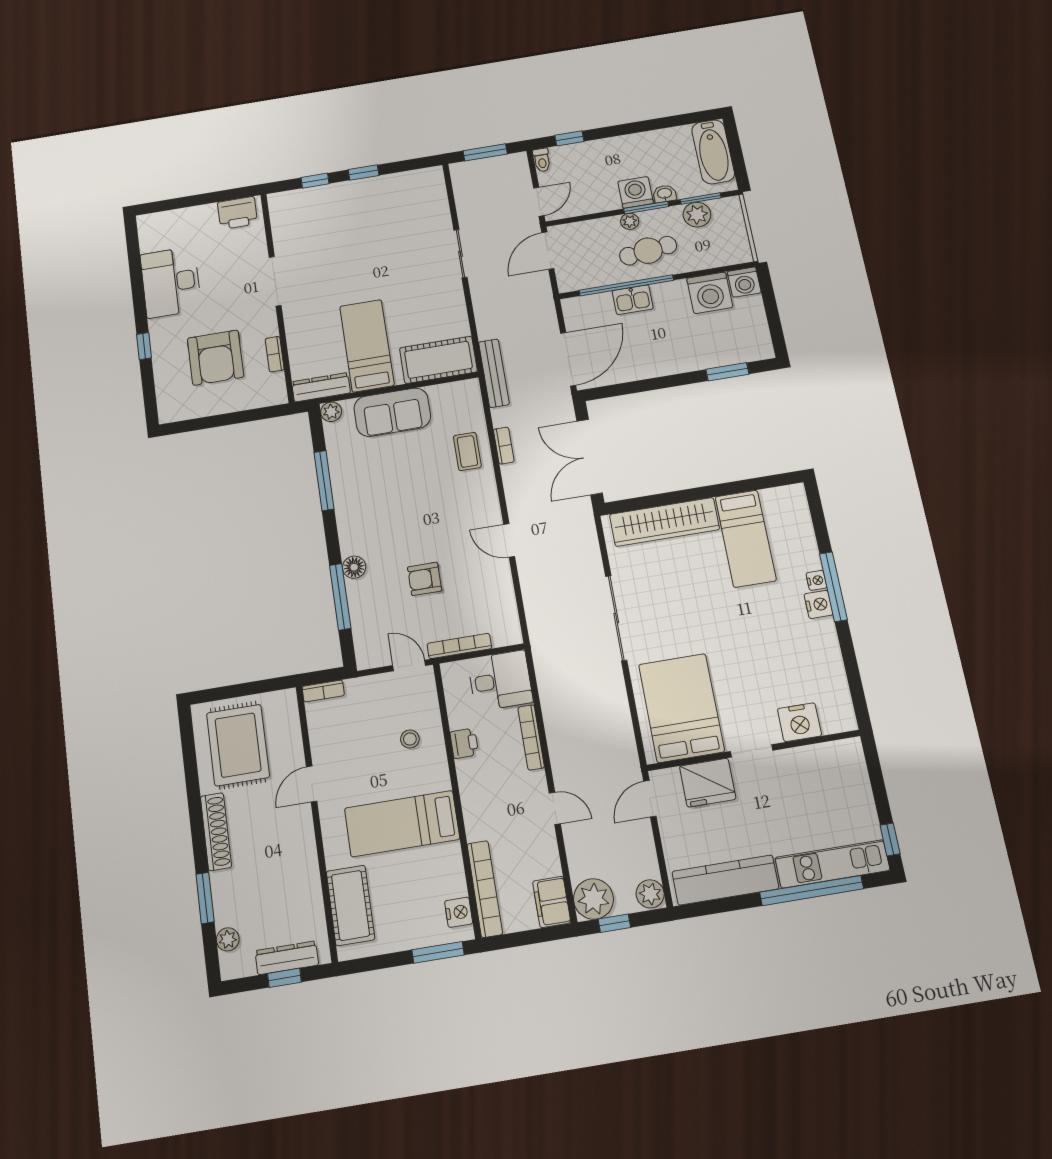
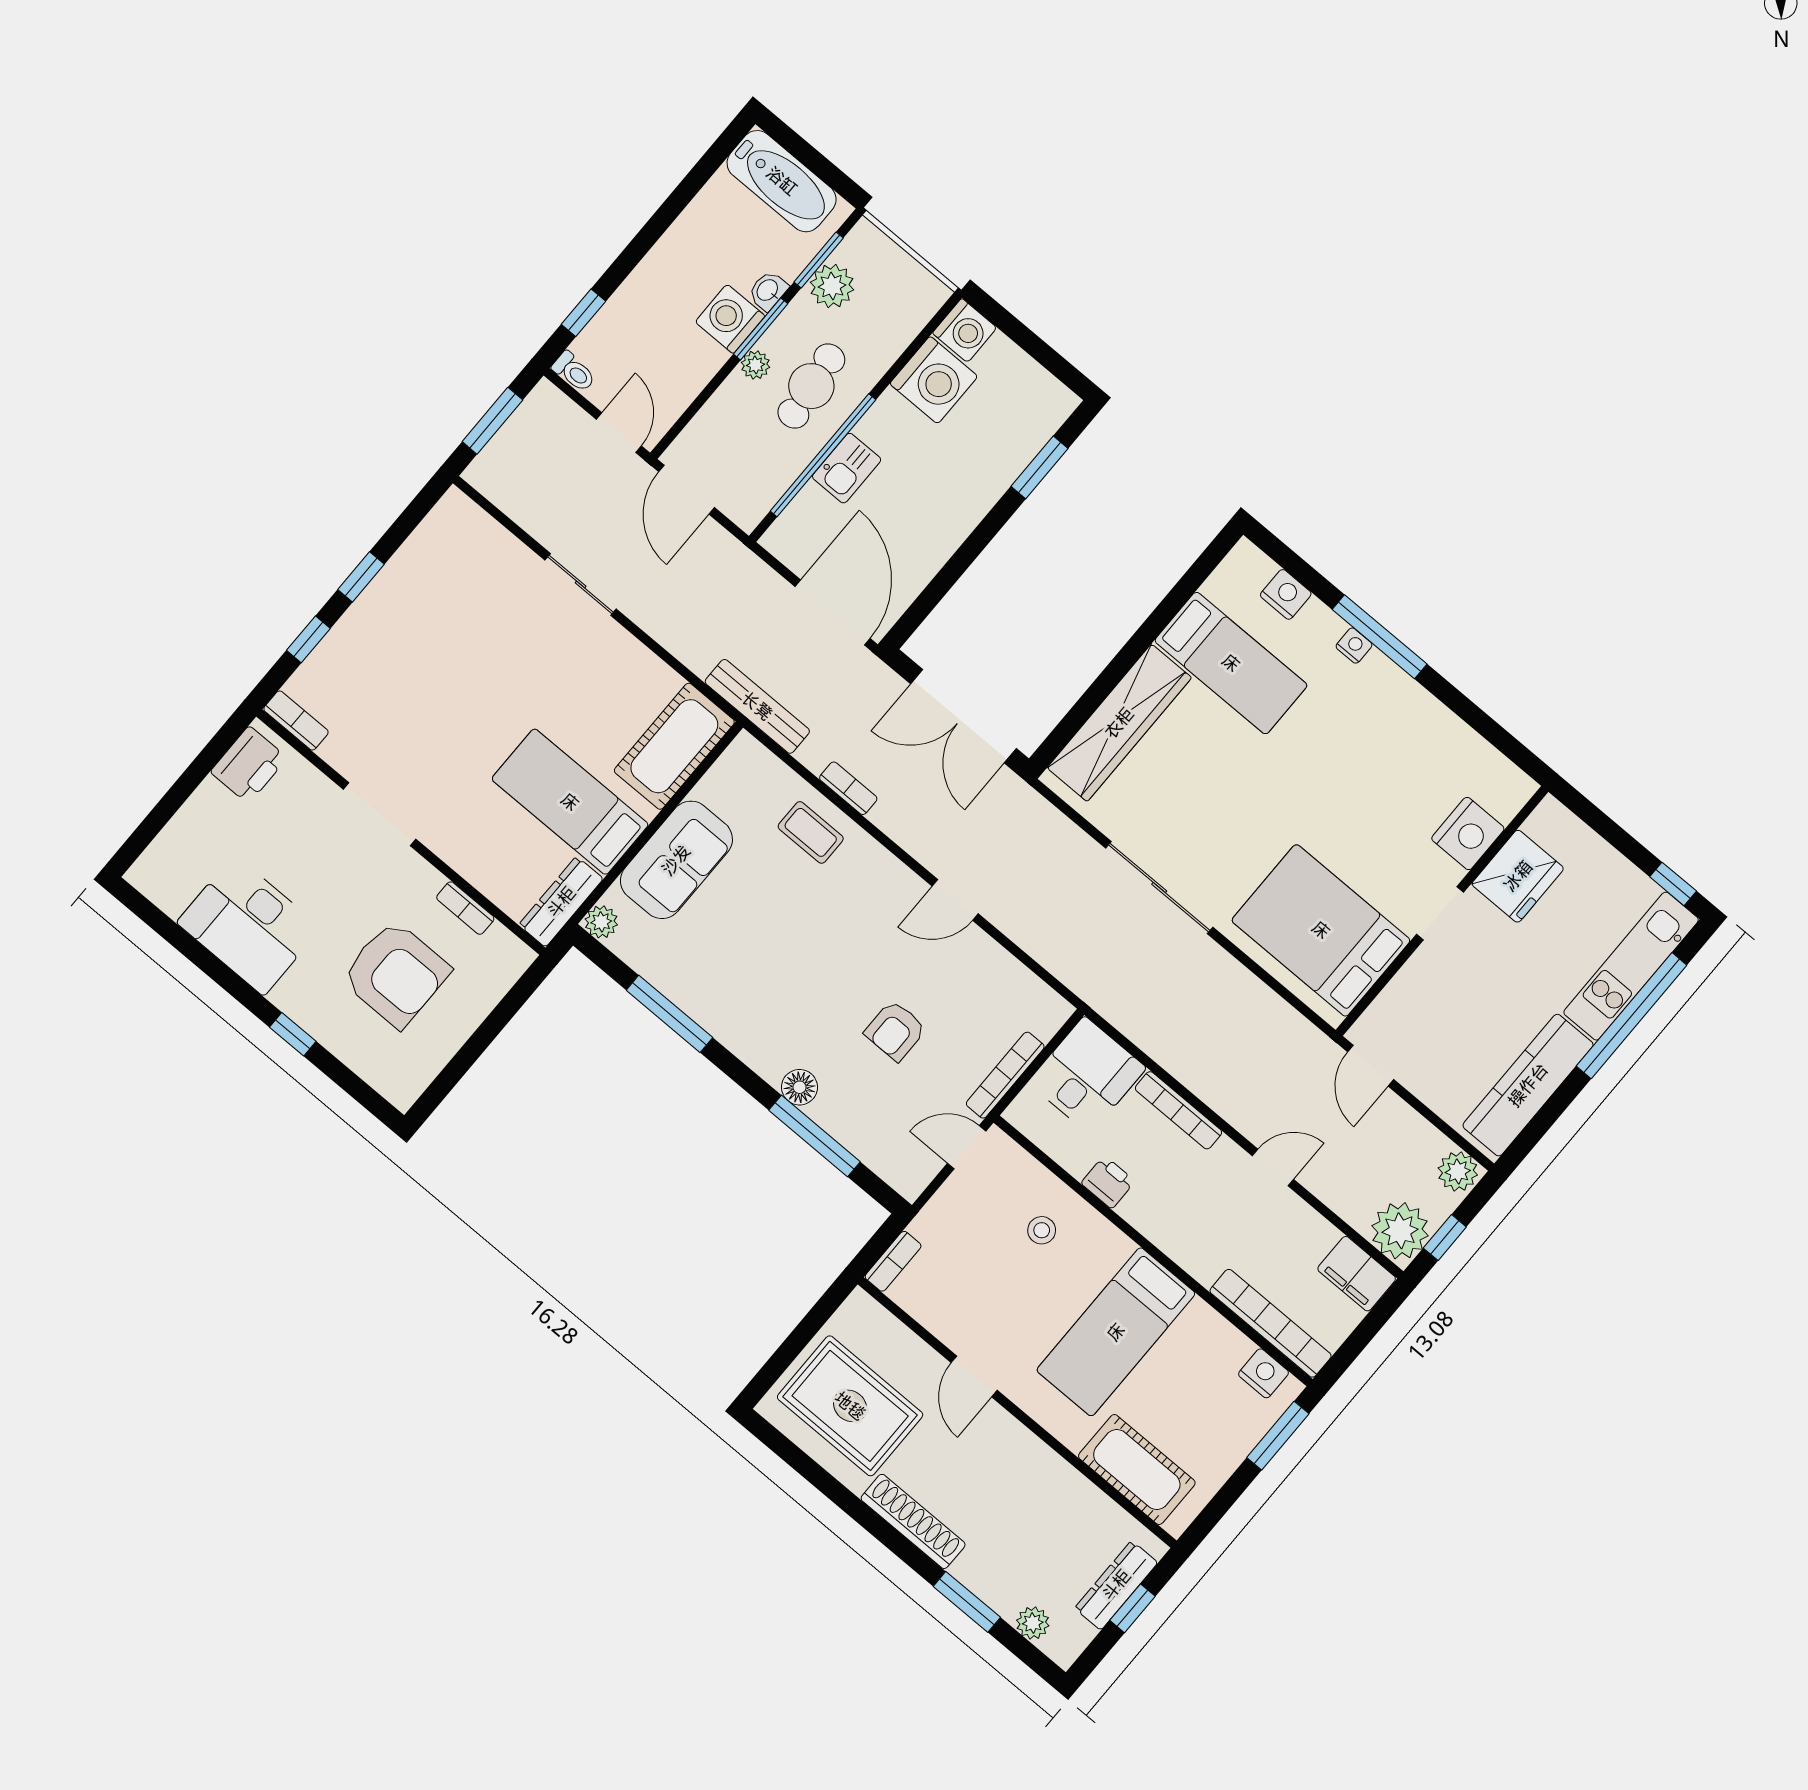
bookcase: (276, 211) -> (296, 720), added
nightstand: (819, 604) -> (1286, 594), moved
fridge: (708, 783) -> (1518, 876), moved

